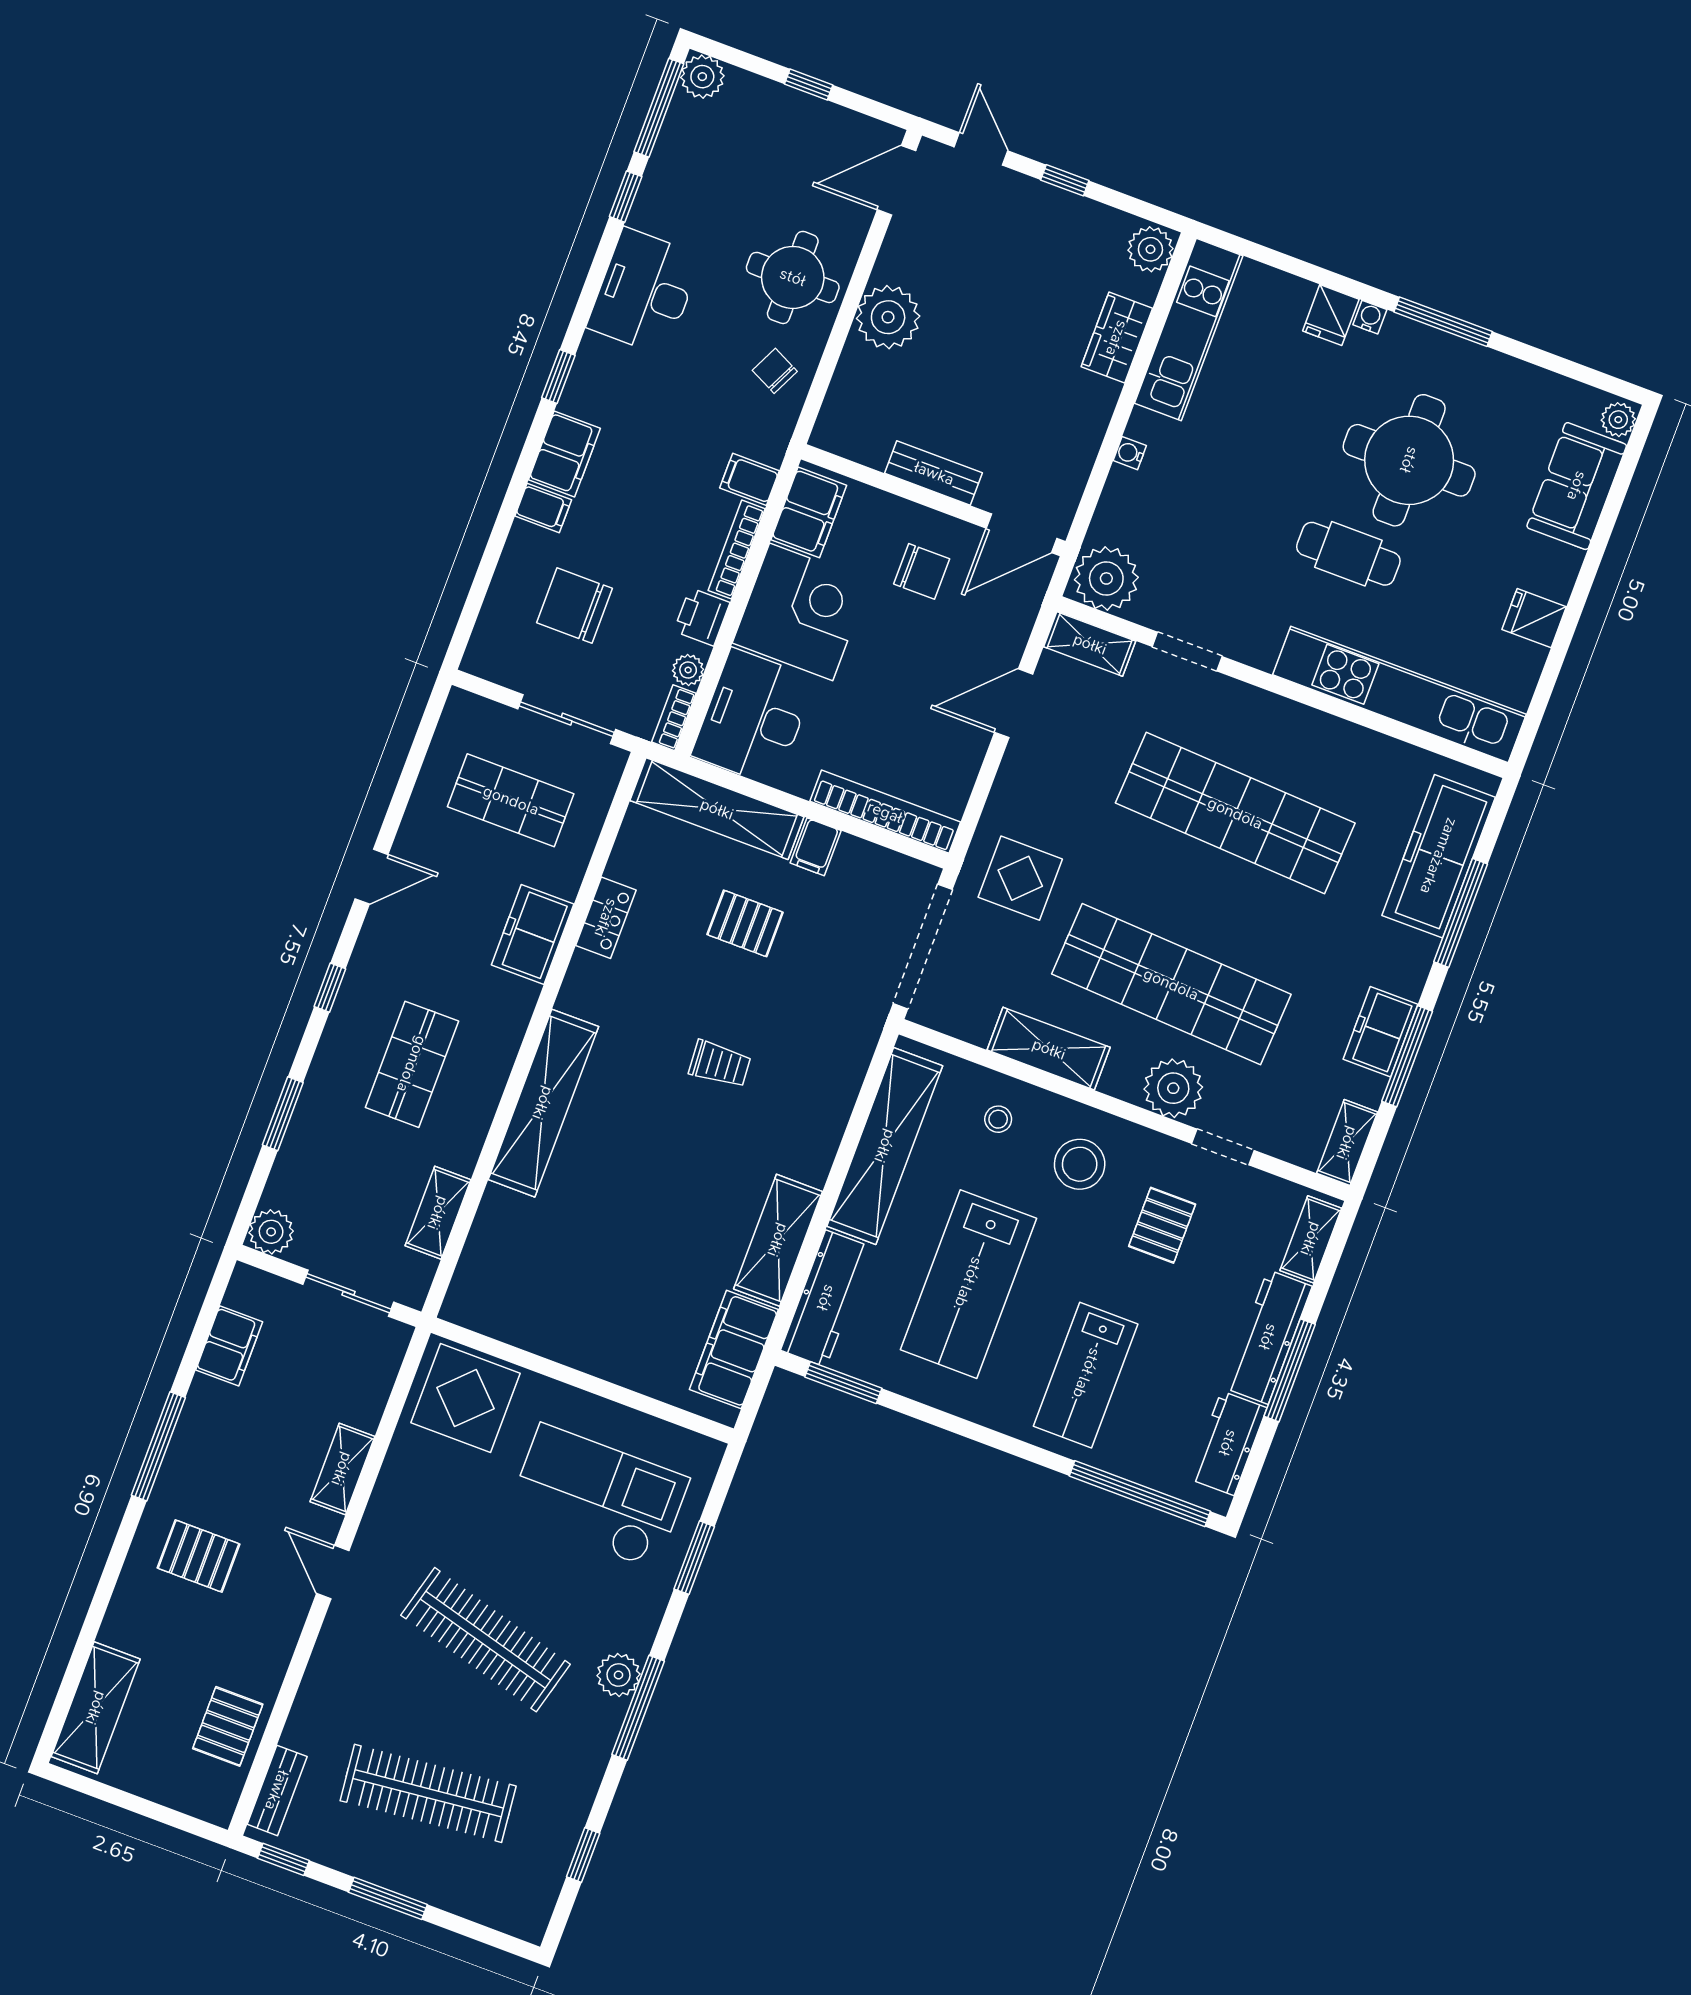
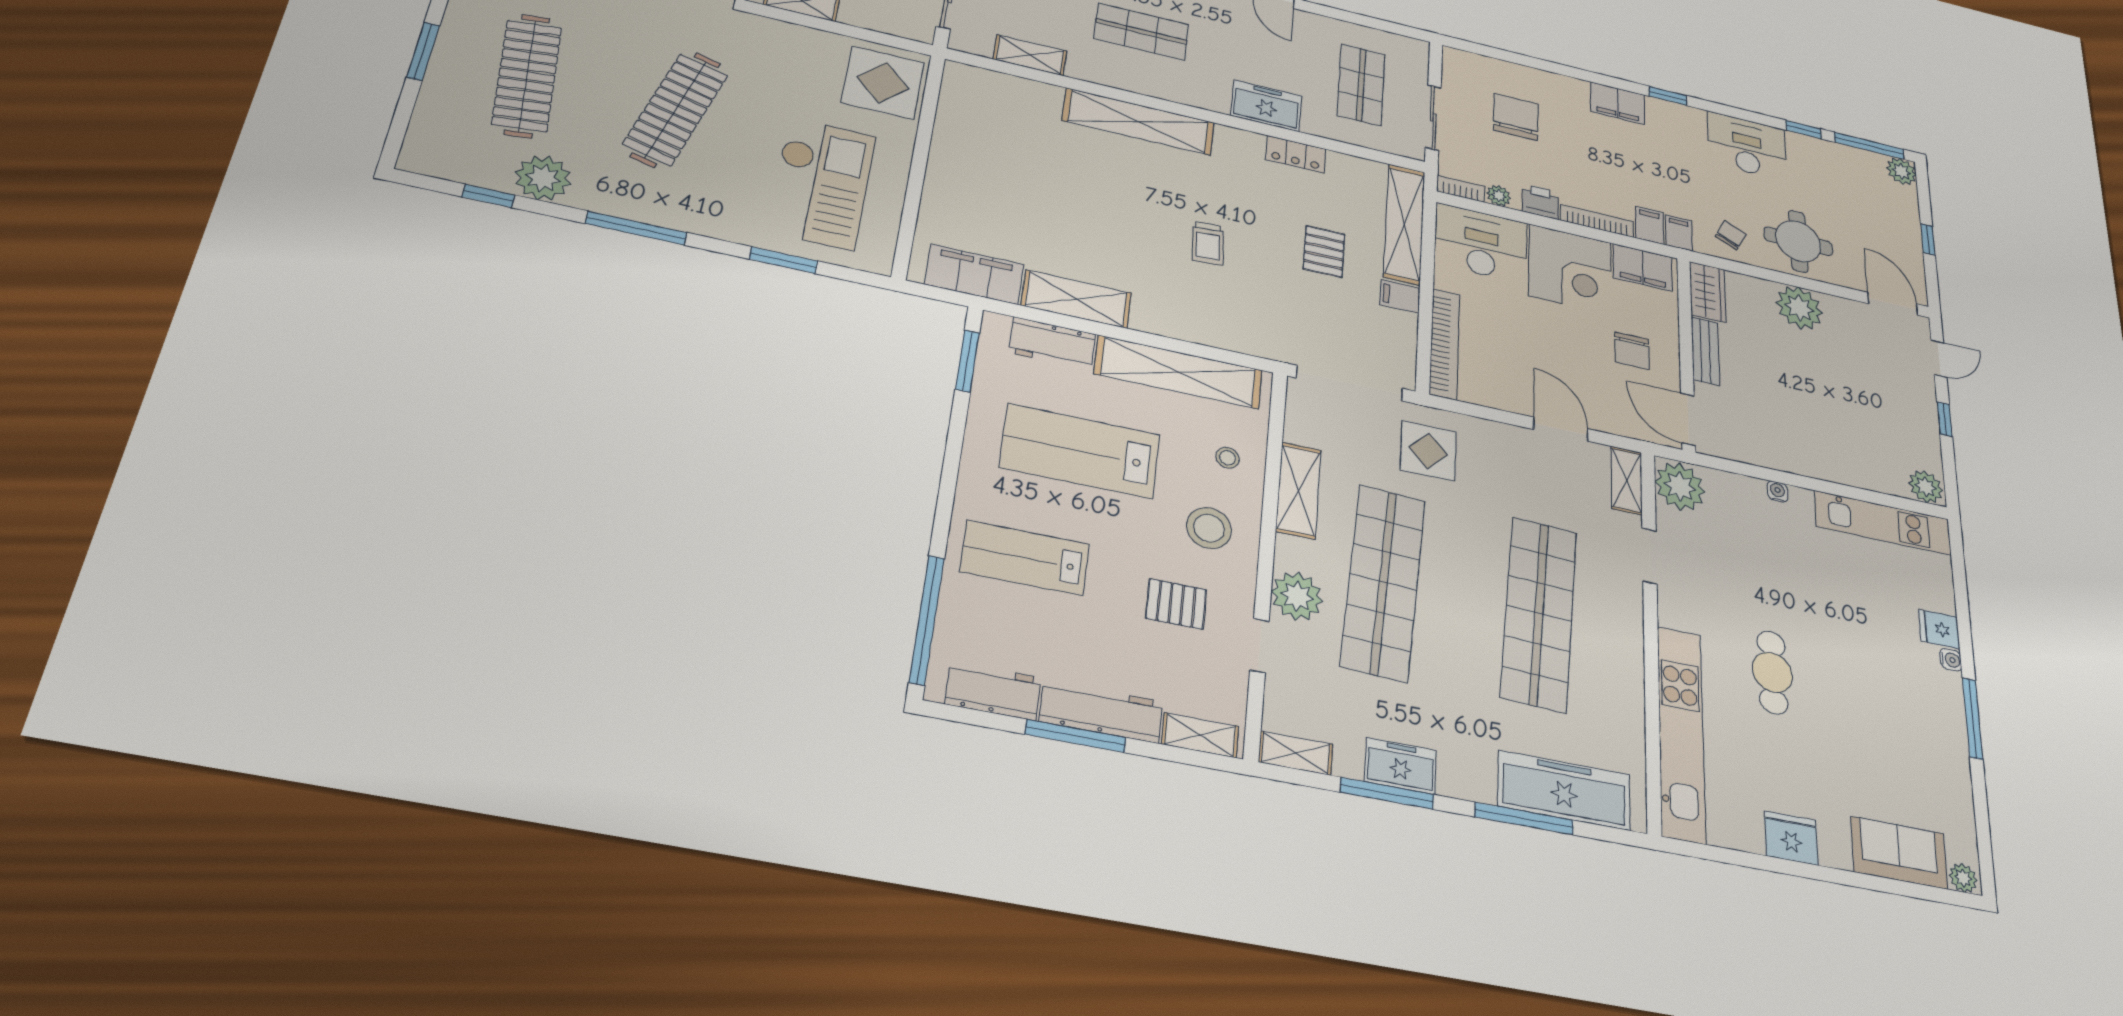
wardrobe: (1117, 338) -> (1708, 292), moved, turned 90
round table: (1409, 460) -> (1861, 709), removed
filing cabinet: (543, 508) -> (1679, 233), moved, turned 180
fridge: (1534, 618) -> (1791, 838), width x1.38
workbench: (826, 1298) -> (1052, 343), width x0.73
plant: (618, 1675) -> (543, 178), moved, width x1.36, depth x1.36

